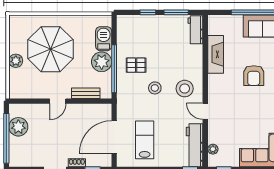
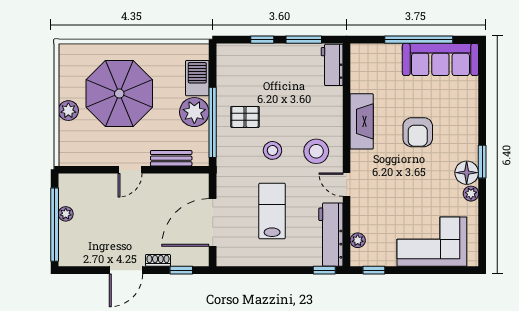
fireplace: (216, 54) -> (362, 121), moved
plant: (18, 127) -> (66, 214), width x0.53, depth x0.53
lab bench: (145, 140) -> (272, 211), moved

